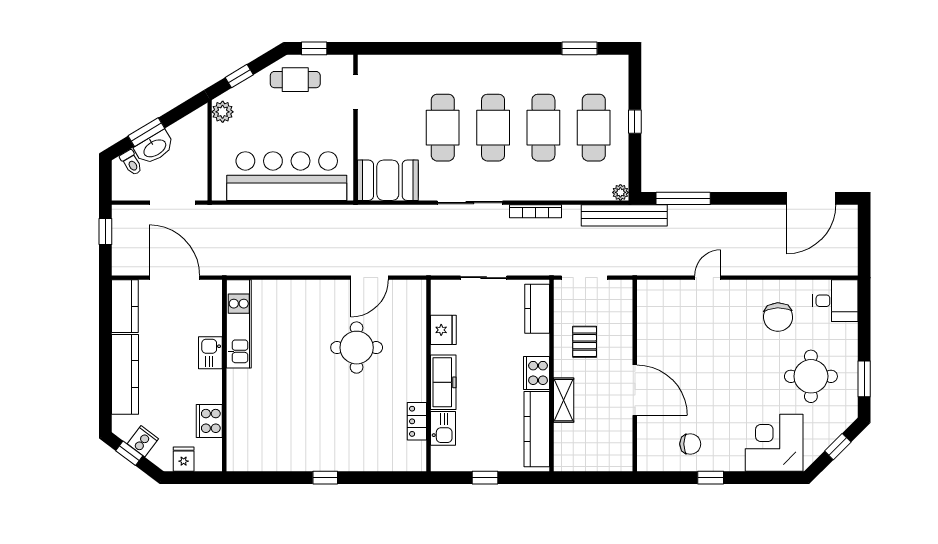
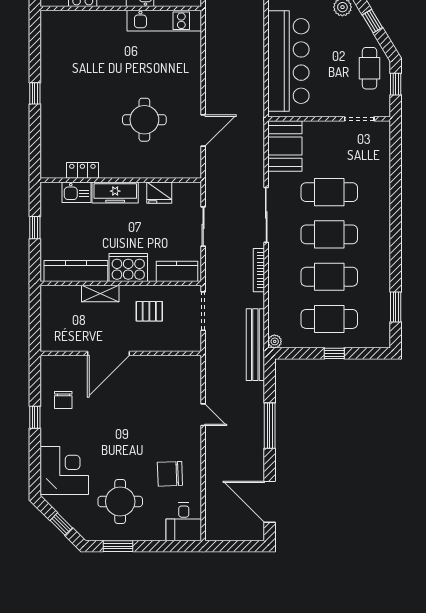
window: (683, 198) -> (270, 426), moved
door: (369, 278) -> (203, 131), swing flipped
cooker: (536, 373) -> (128, 268), width x1.37, depth x1.31

